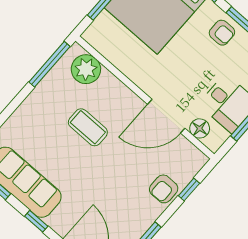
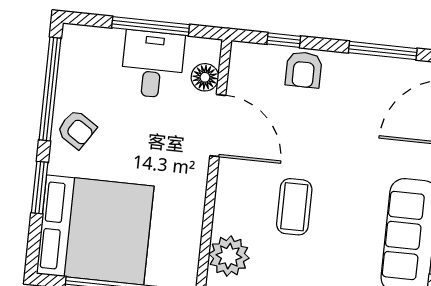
armchair: (222, 33) -> (77, 129), turned 123
armchair: (164, 189) -> (304, 70), turned 90

